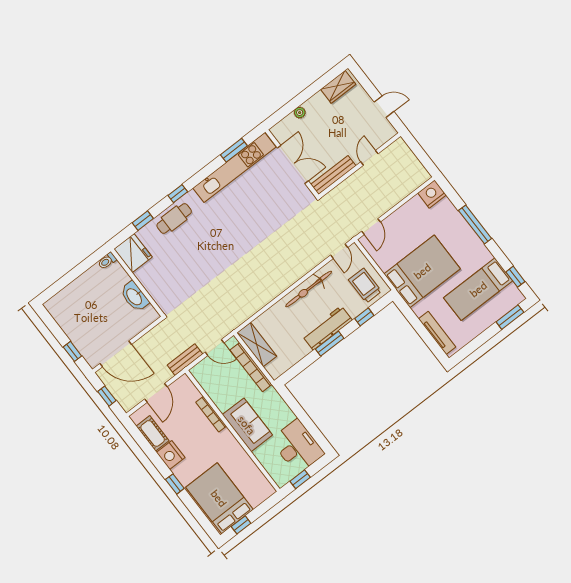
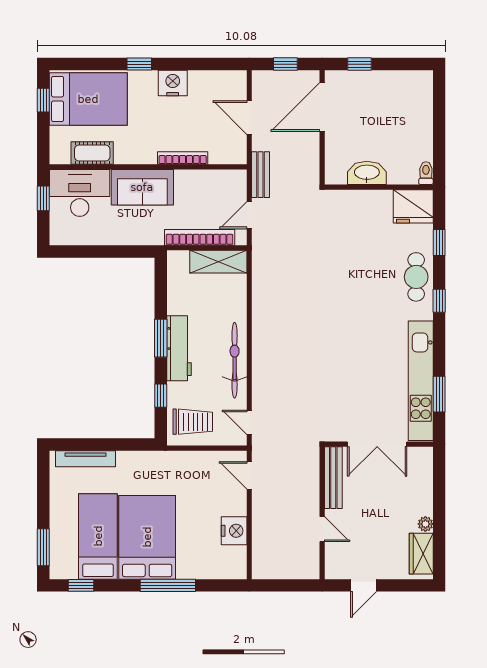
plant: (300, 113) -> (425, 524), moved
nightstand: (432, 194) -> (234, 531), moved
bed: (422, 271) -> (147, 537), moved, turned 180
cot: (153, 433) -> (92, 153), moved
desk: (297, 447) -> (80, 193), moved, turned 180

